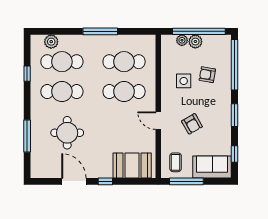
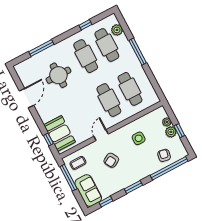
window: (100, 31) -> (138, 52), moved
window: (199, 31) -> (179, 131), width x0.32
armchair: (207, 75) -> (164, 155), moved
window: (105, 181) -> (48, 140), moved

